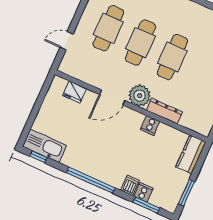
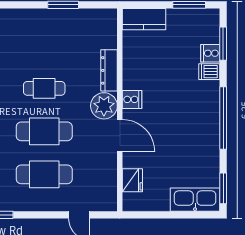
cafe table: (172, 57) -> (44, 88), width x0.73, depth x0.74
cooker: (150, 125) -> (132, 99), moved
kitchen sink: (45, 146) -> (195, 200), moved, turned 90
window: (38, 157) -> (223, 188), width x1.50

